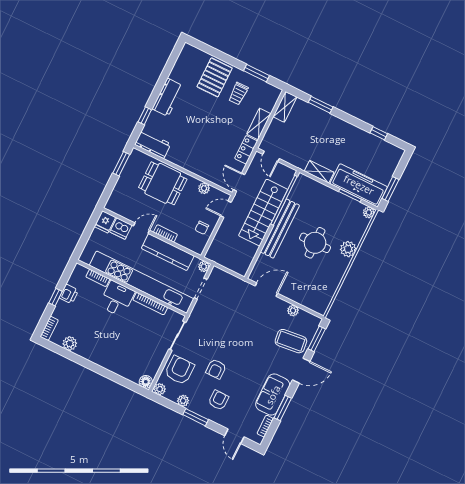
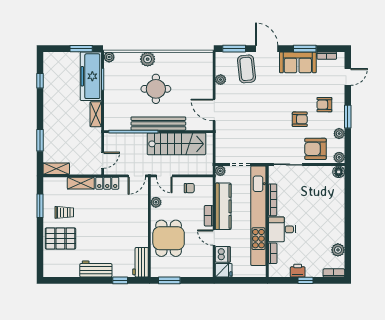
stairs: (263, 213) -> (176, 144), moved

